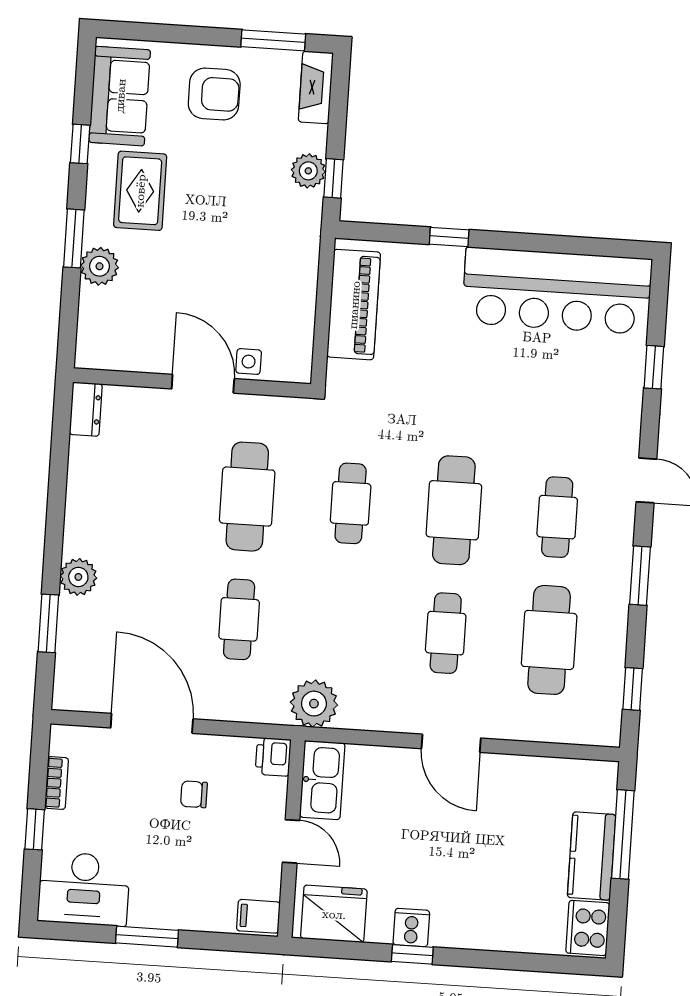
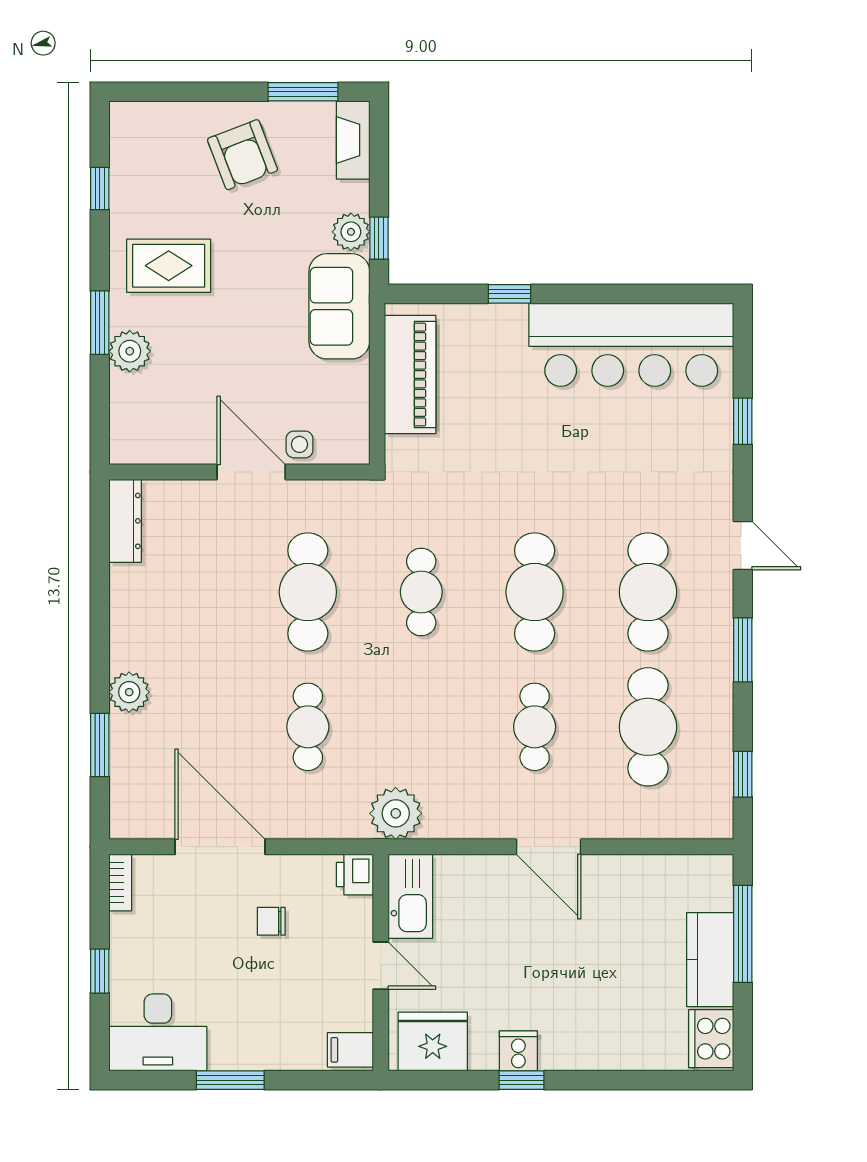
armchair: (214, 94) -> (242, 155), turned 69
sofa: (120, 96) -> (339, 306), moved, turned 180
window: (80, 144) -> (100, 188), moved
rug: (140, 191) -> (169, 266), turned 90
dresser: (86, 409) -> (125, 521), width x1.44
cafe table: (557, 517) -> (648, 592), width x1.37, depth x1.35
bookcase: (56, 783) -> (120, 883), moved

